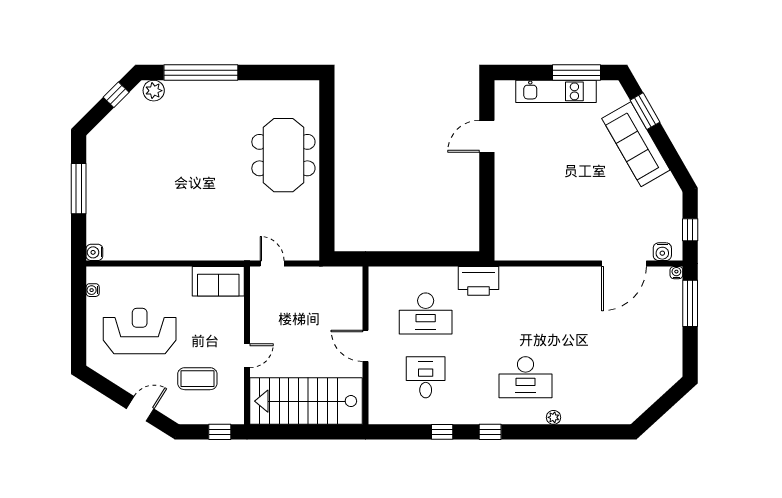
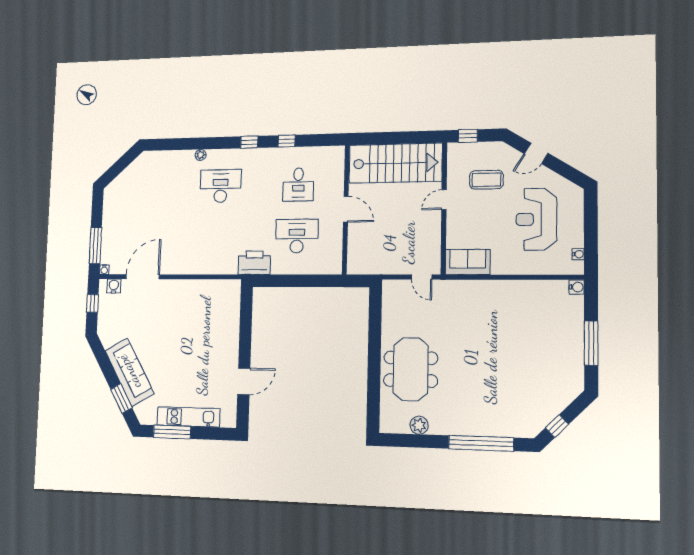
plant: (154, 91) -> (419, 425), moved
reception desk: (140, 331) -> (536, 219), turned 90

